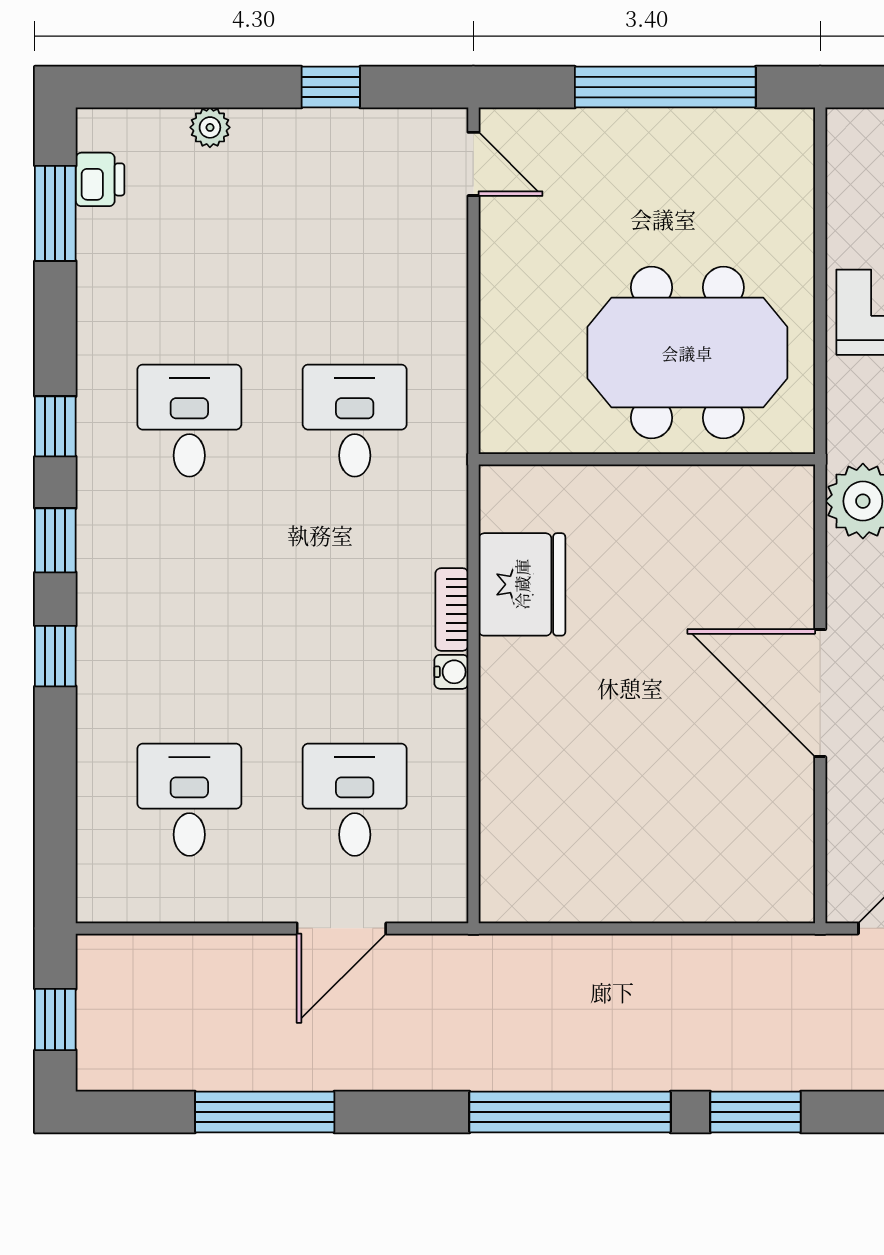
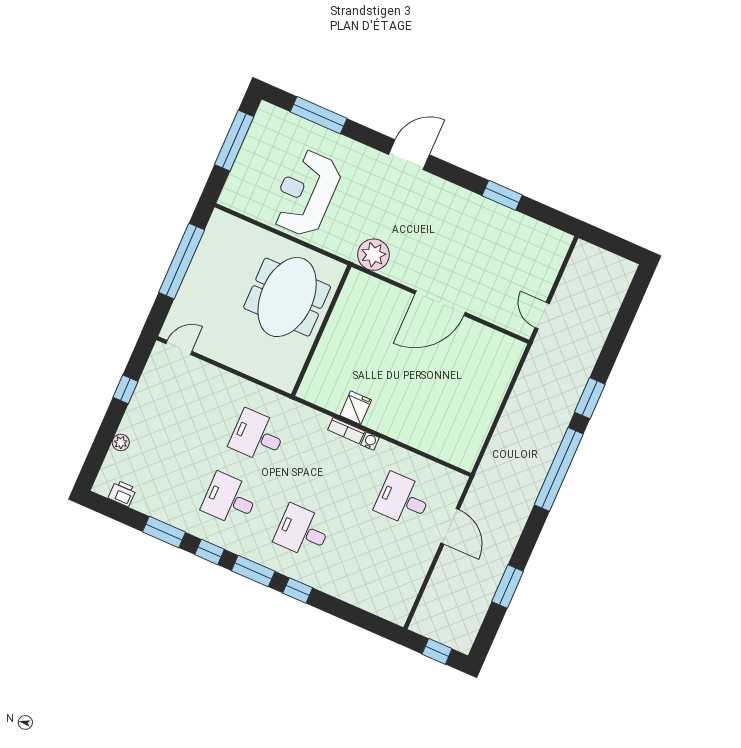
window: (55, 213) -> (164, 532), moved
window: (55, 540) -> (253, 571), width x1.50
fridge: (522, 584) -> (356, 408), width x0.53, depth x0.75
desk: (189, 800) -> (302, 531), moved
window: (265, 1112) -> (508, 586), width x0.69

